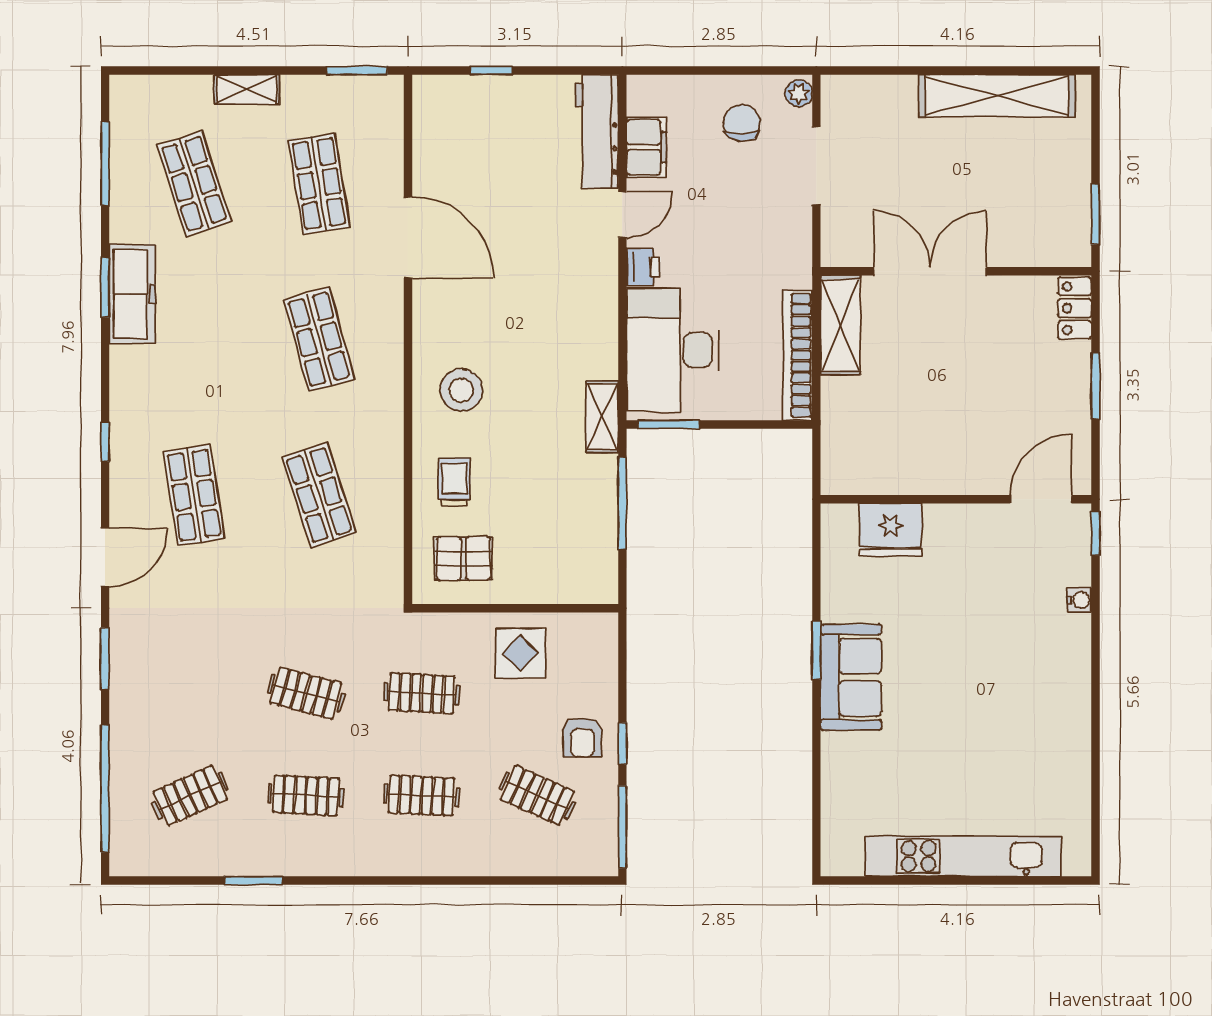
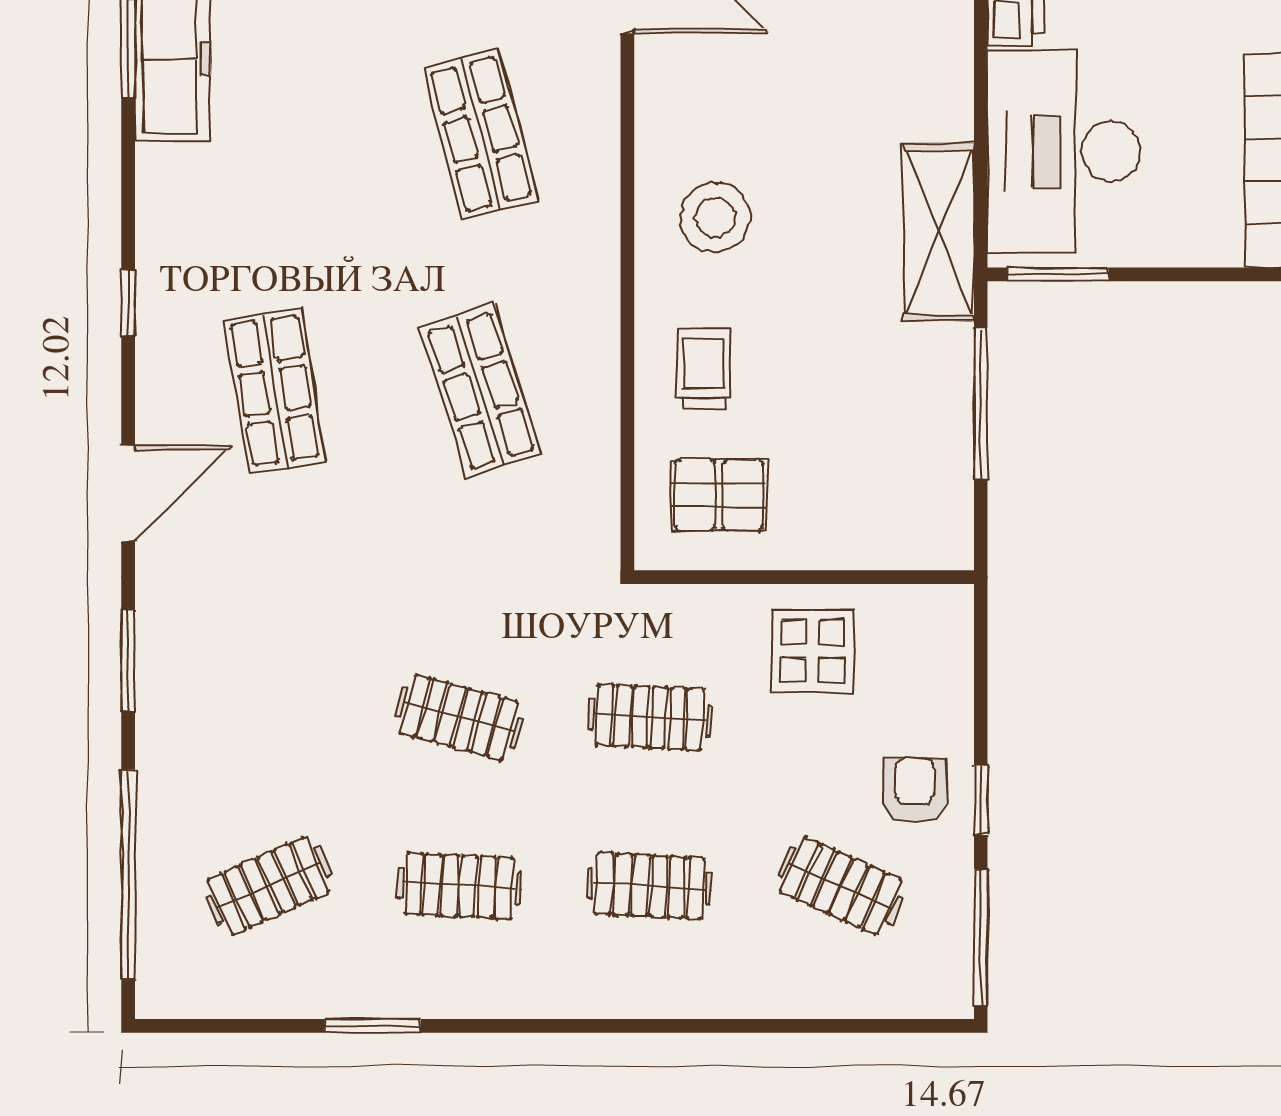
shelving: (602, 417) -> (938, 232), width x1.50, depth x1.33
armchair: (582, 737) -> (915, 790), turned 180

